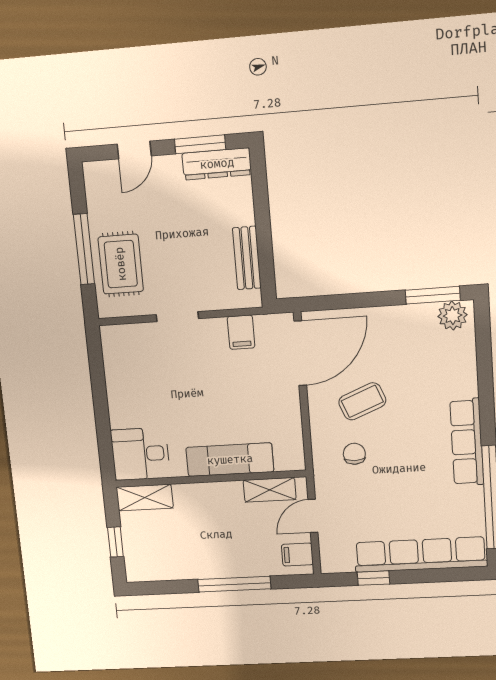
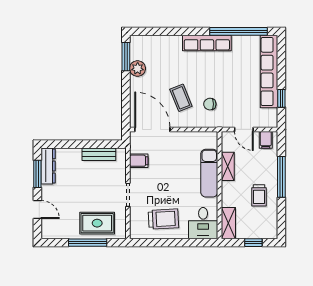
plant: (453, 316) -> (138, 68), moved
trolley: (140, 384) -> (163, 219), added
shelving: (270, 490) -> (228, 166), moved
trolley: (198, 548) -> (259, 195), added

